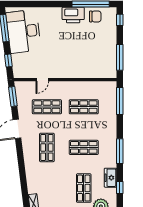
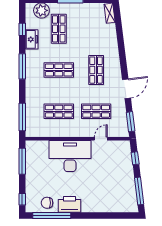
desk: (23, 31) -> (70, 156), moved, turned -83

